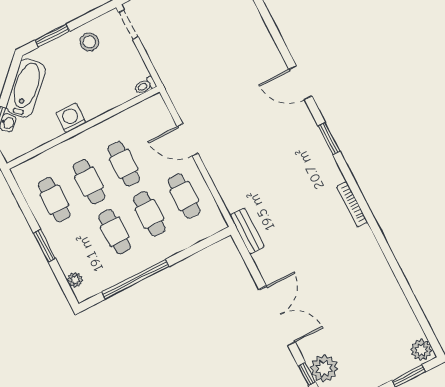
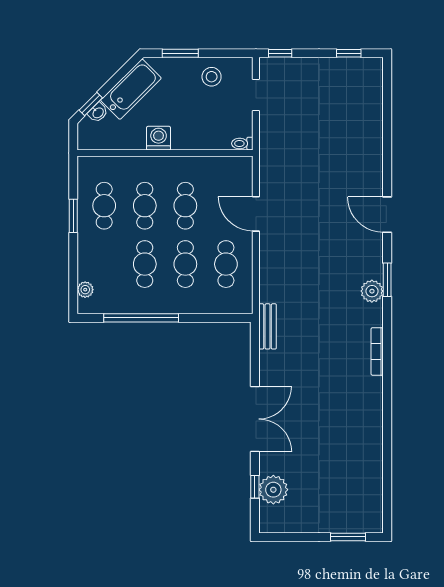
doorway: (128, 25) -> (256, 95), moved
window: (44, 246) -> (73, 216), moved
plant: (421, 350) -> (372, 291), moved

